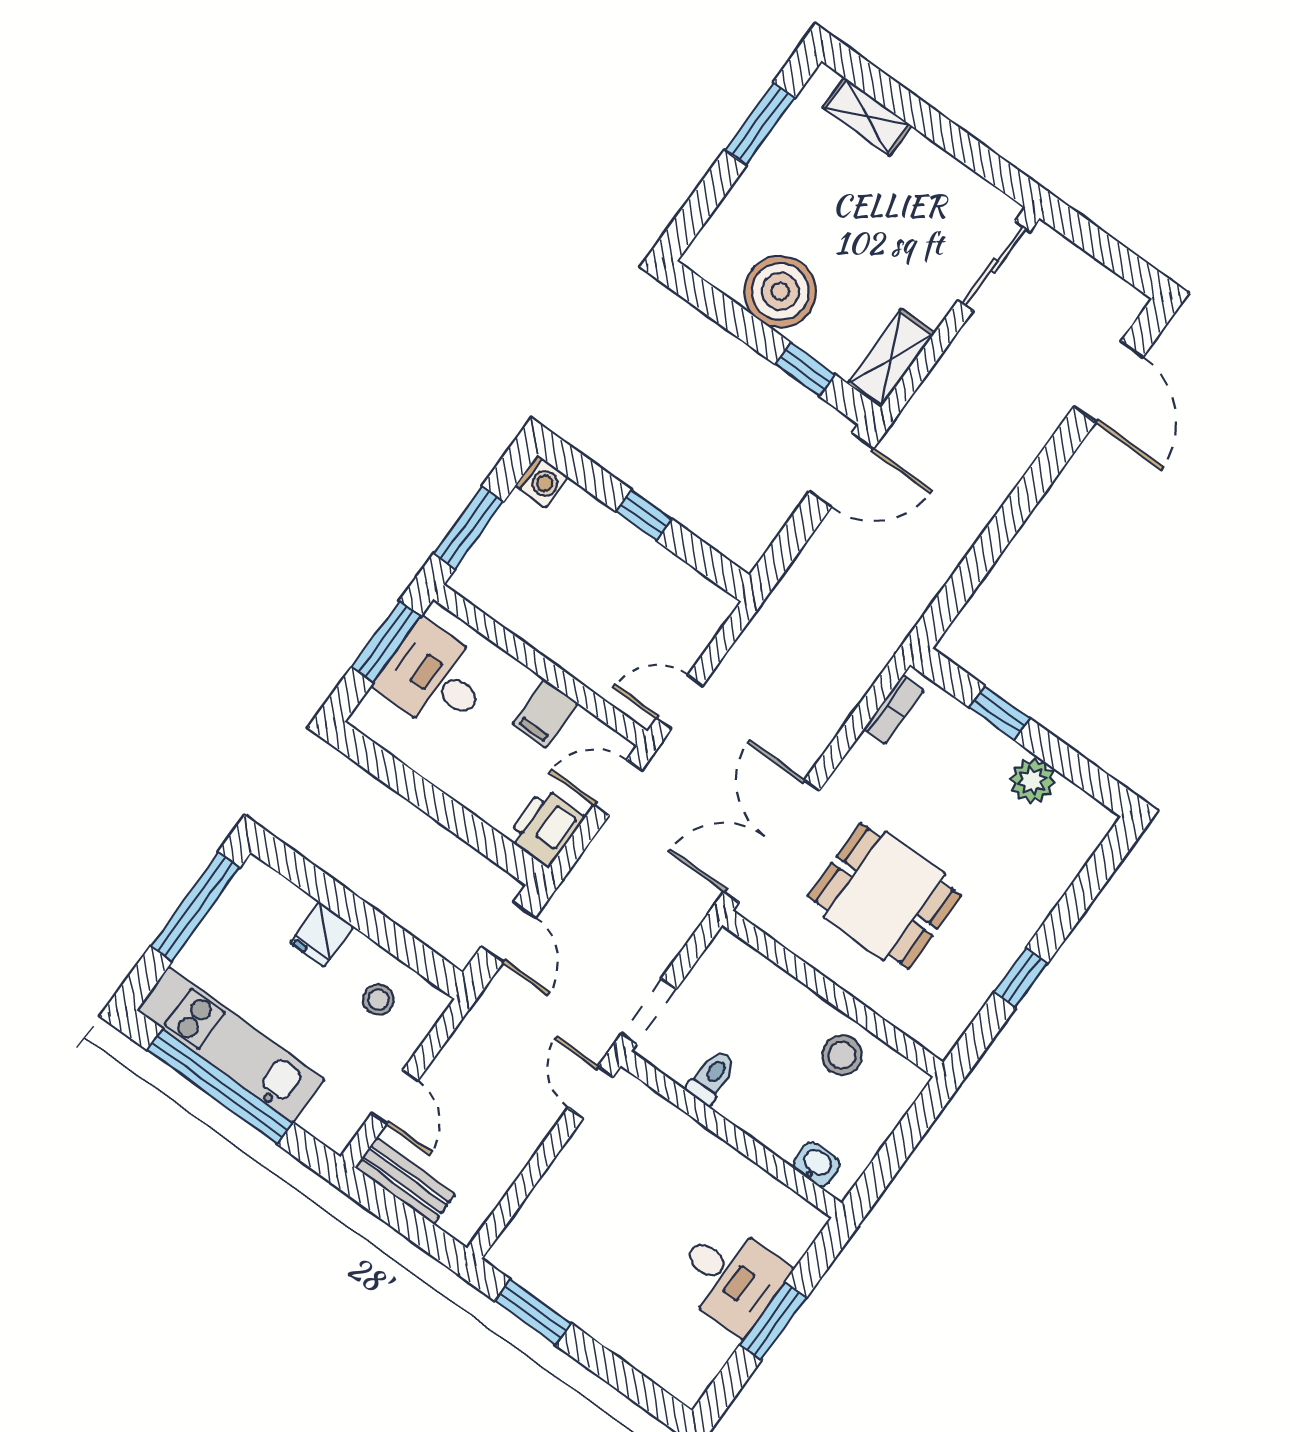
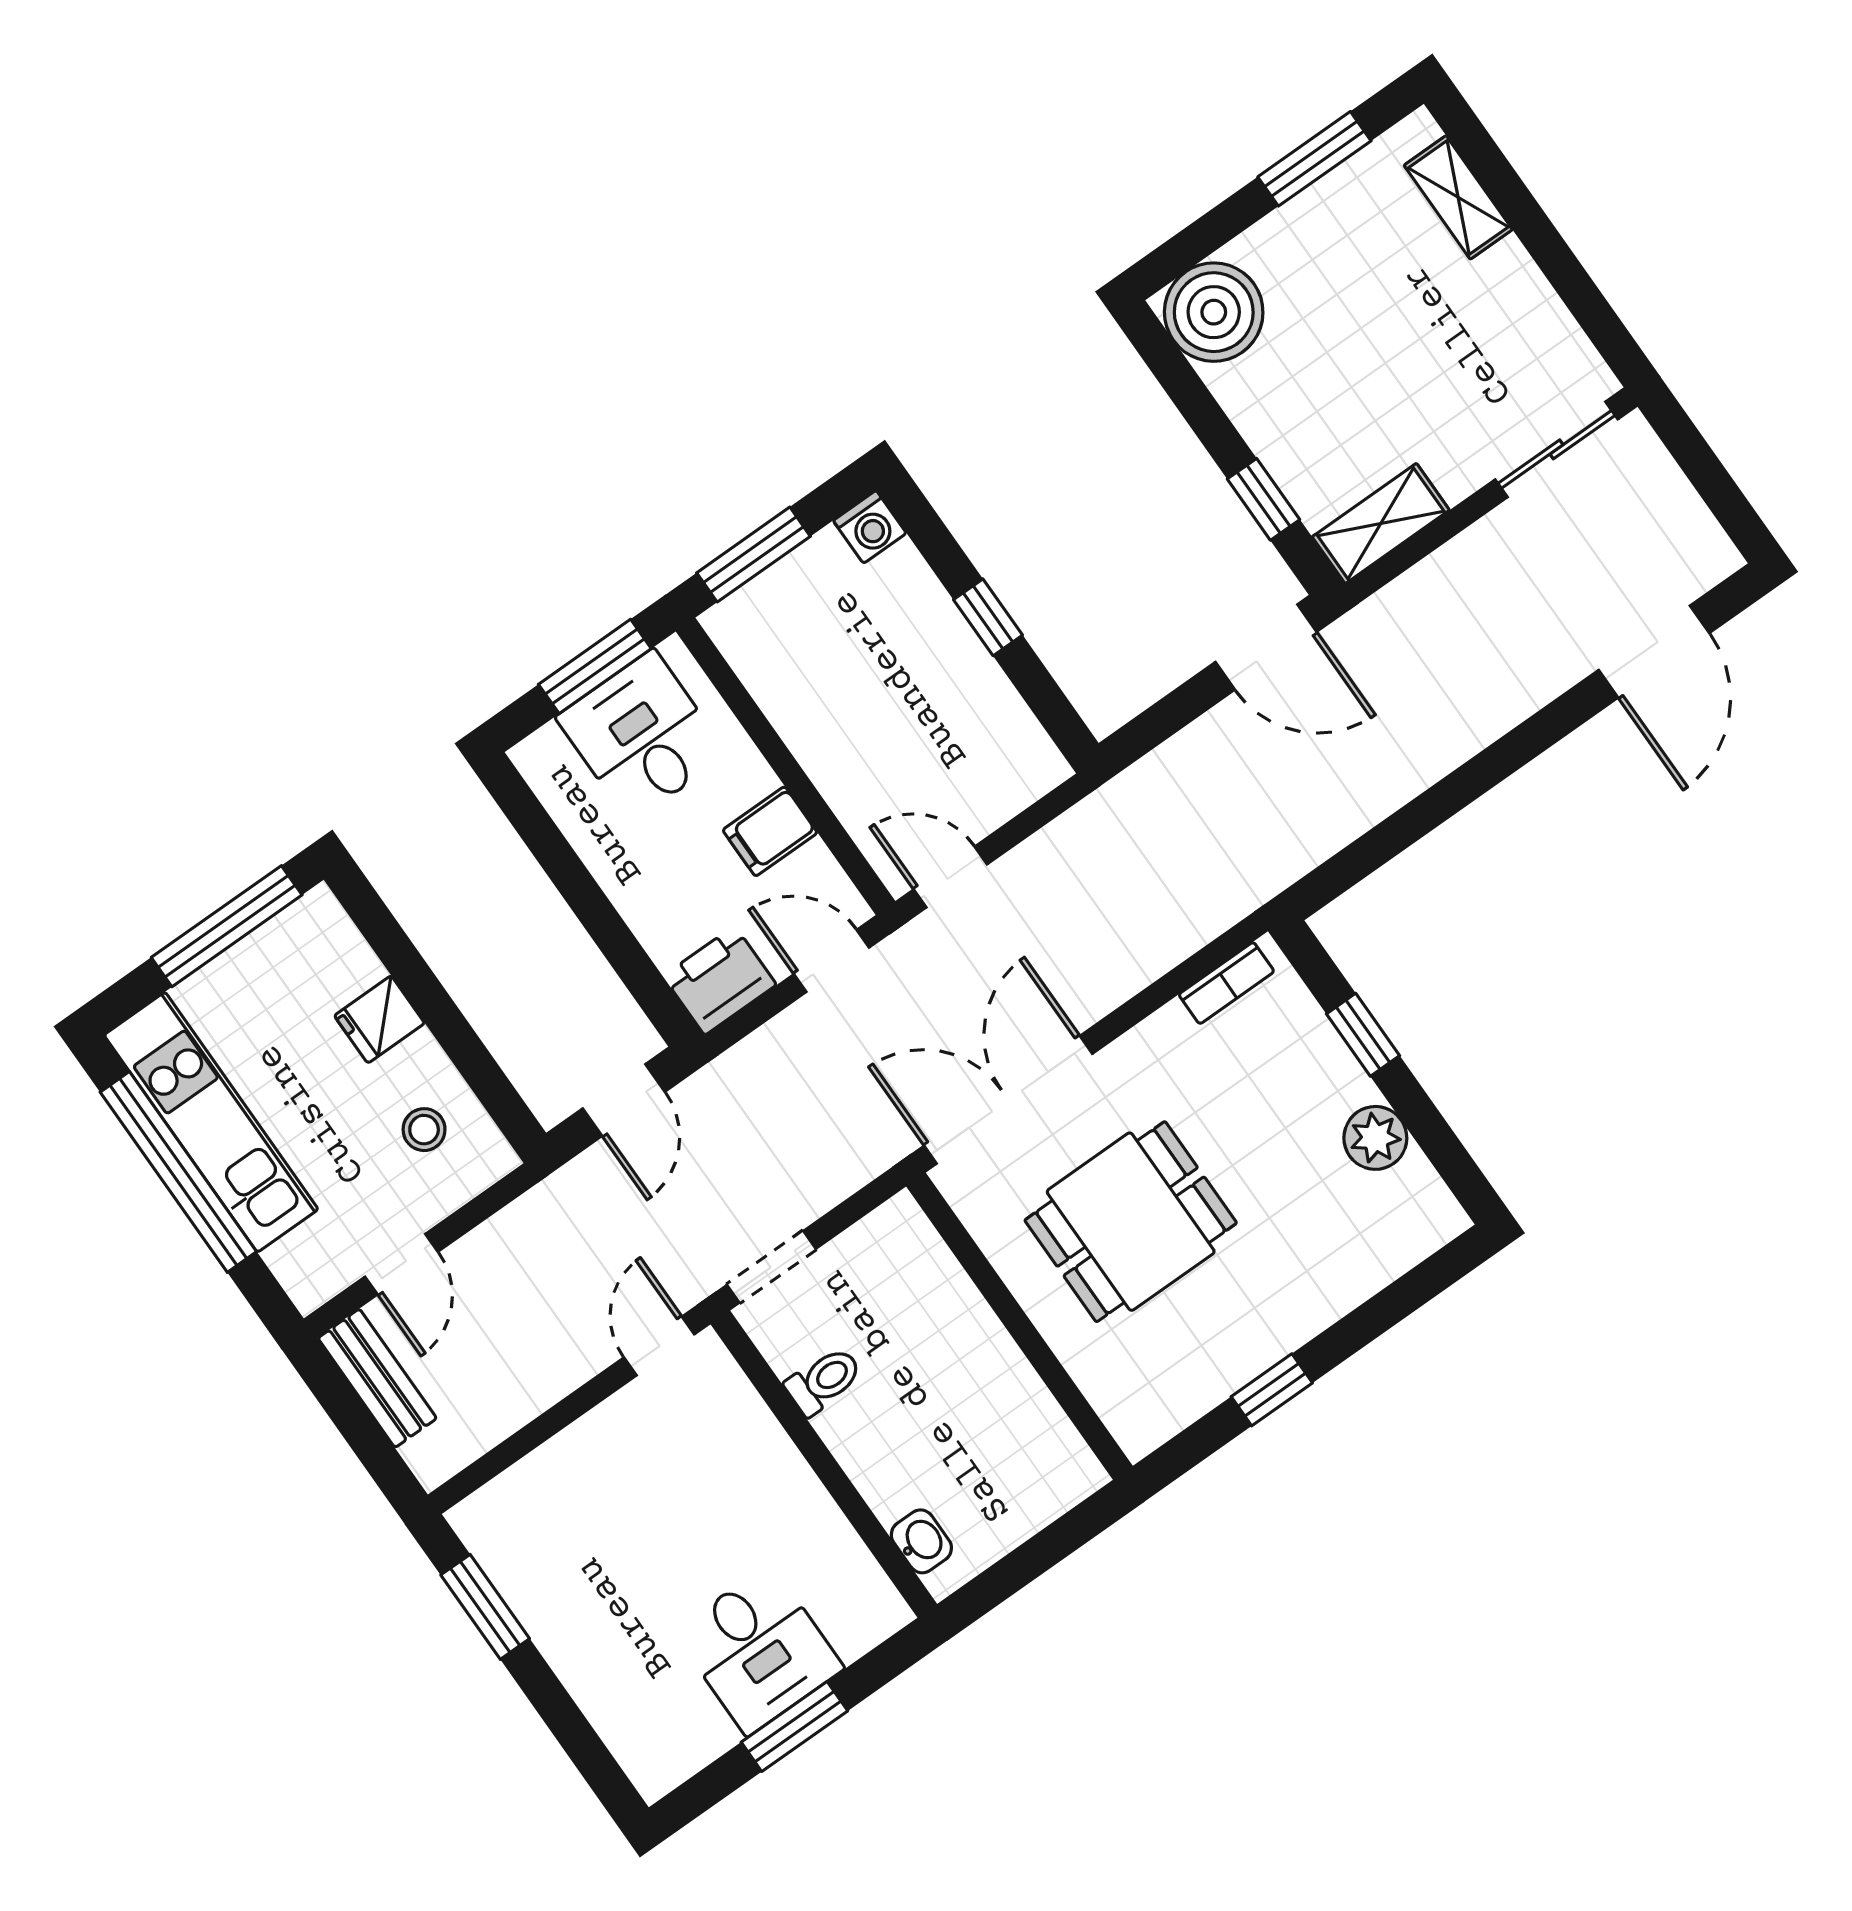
boiler: (780, 291) -> (1214, 312), moved
dining table: (884, 896) -> (1131, 1222), turned 90
stool: (842, 1055) -> (1004, 1411), removed

